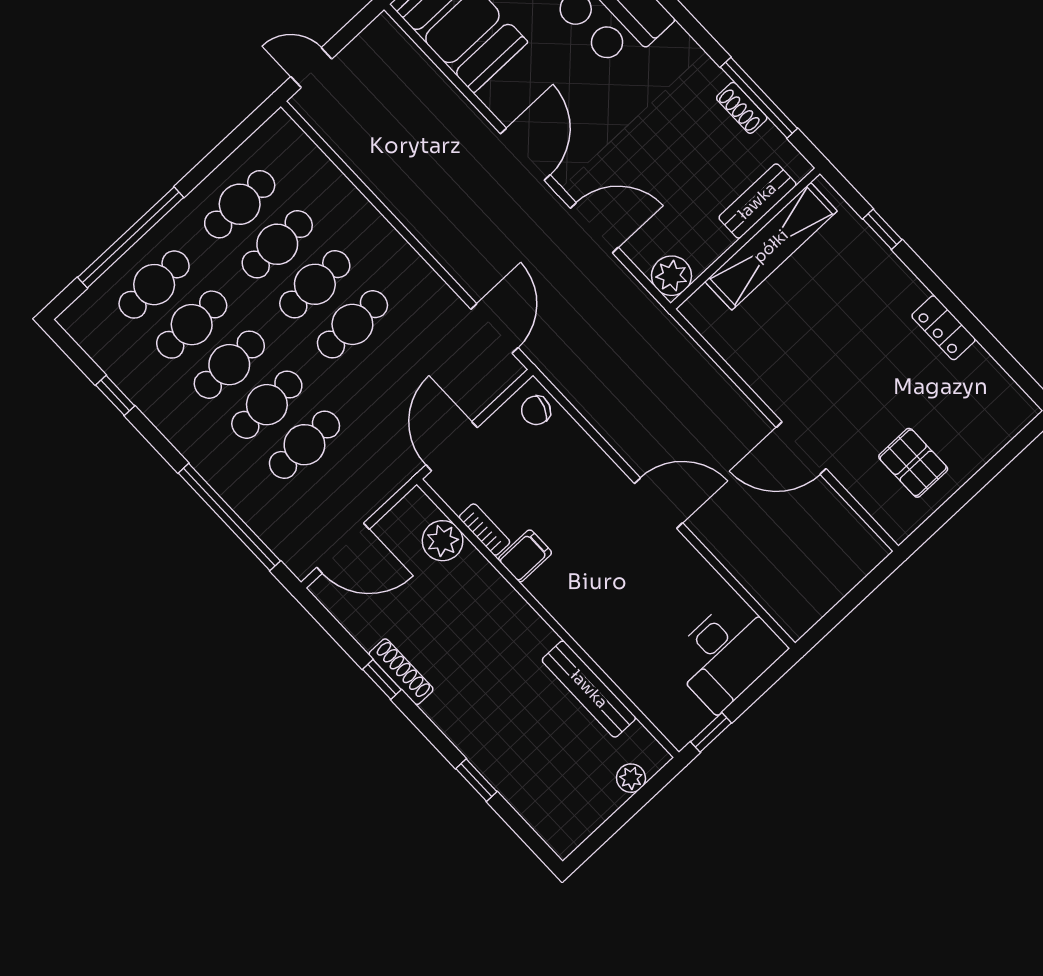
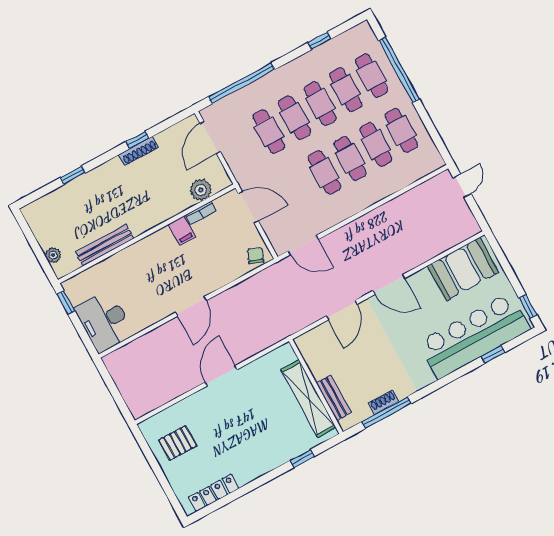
plant: (671, 276) -> (307, 343), removed
locker: (943, 328) -> (214, 493), moved, width x1.53
door: (801, 448) -> (221, 376), moved

